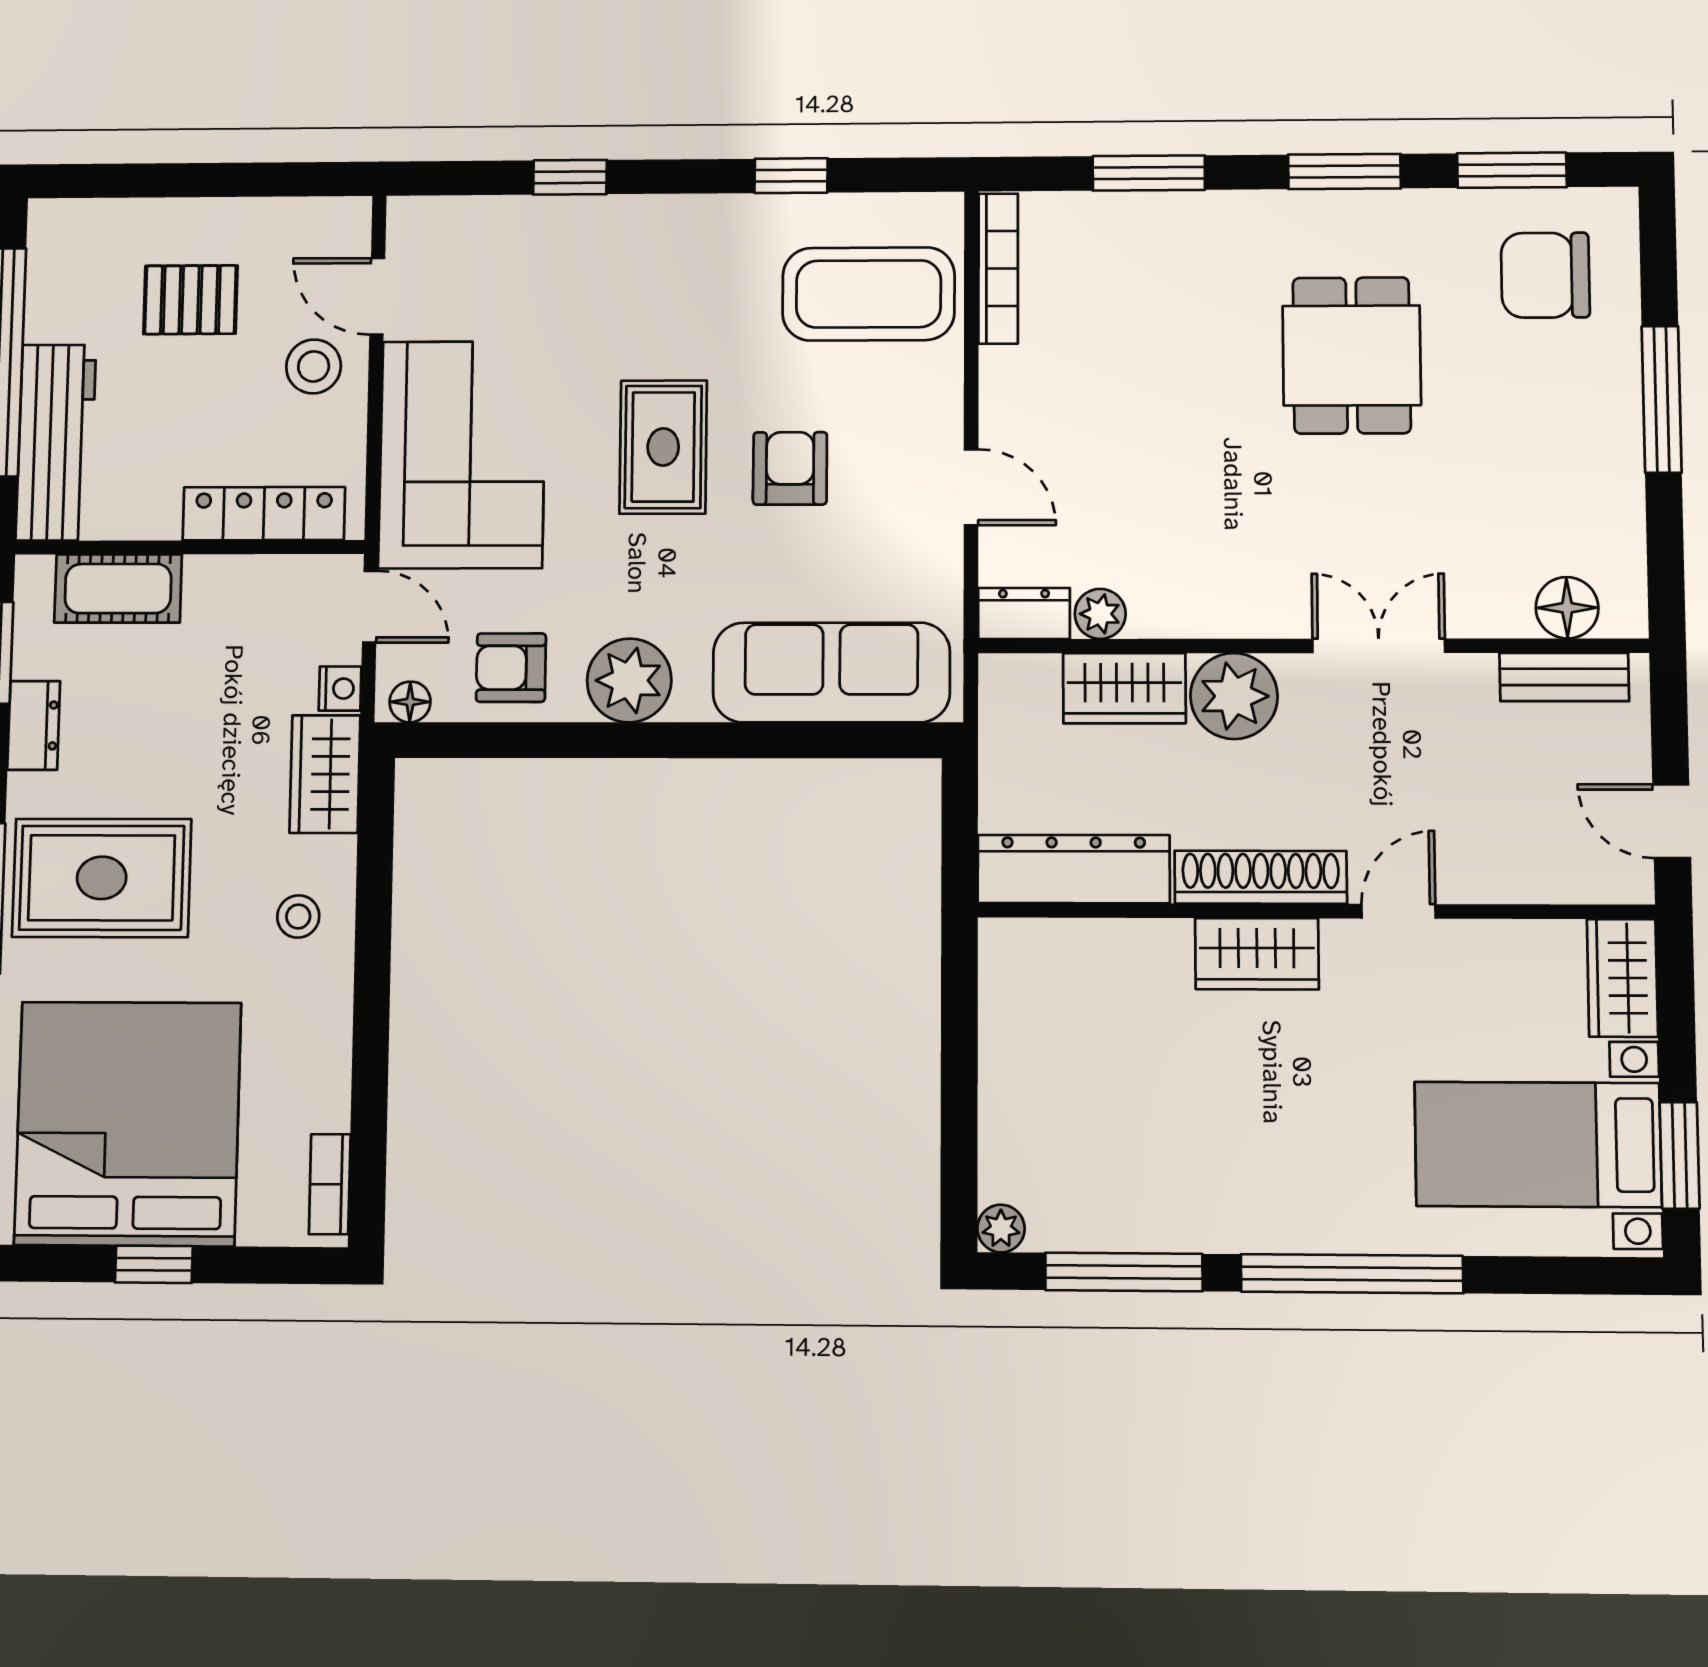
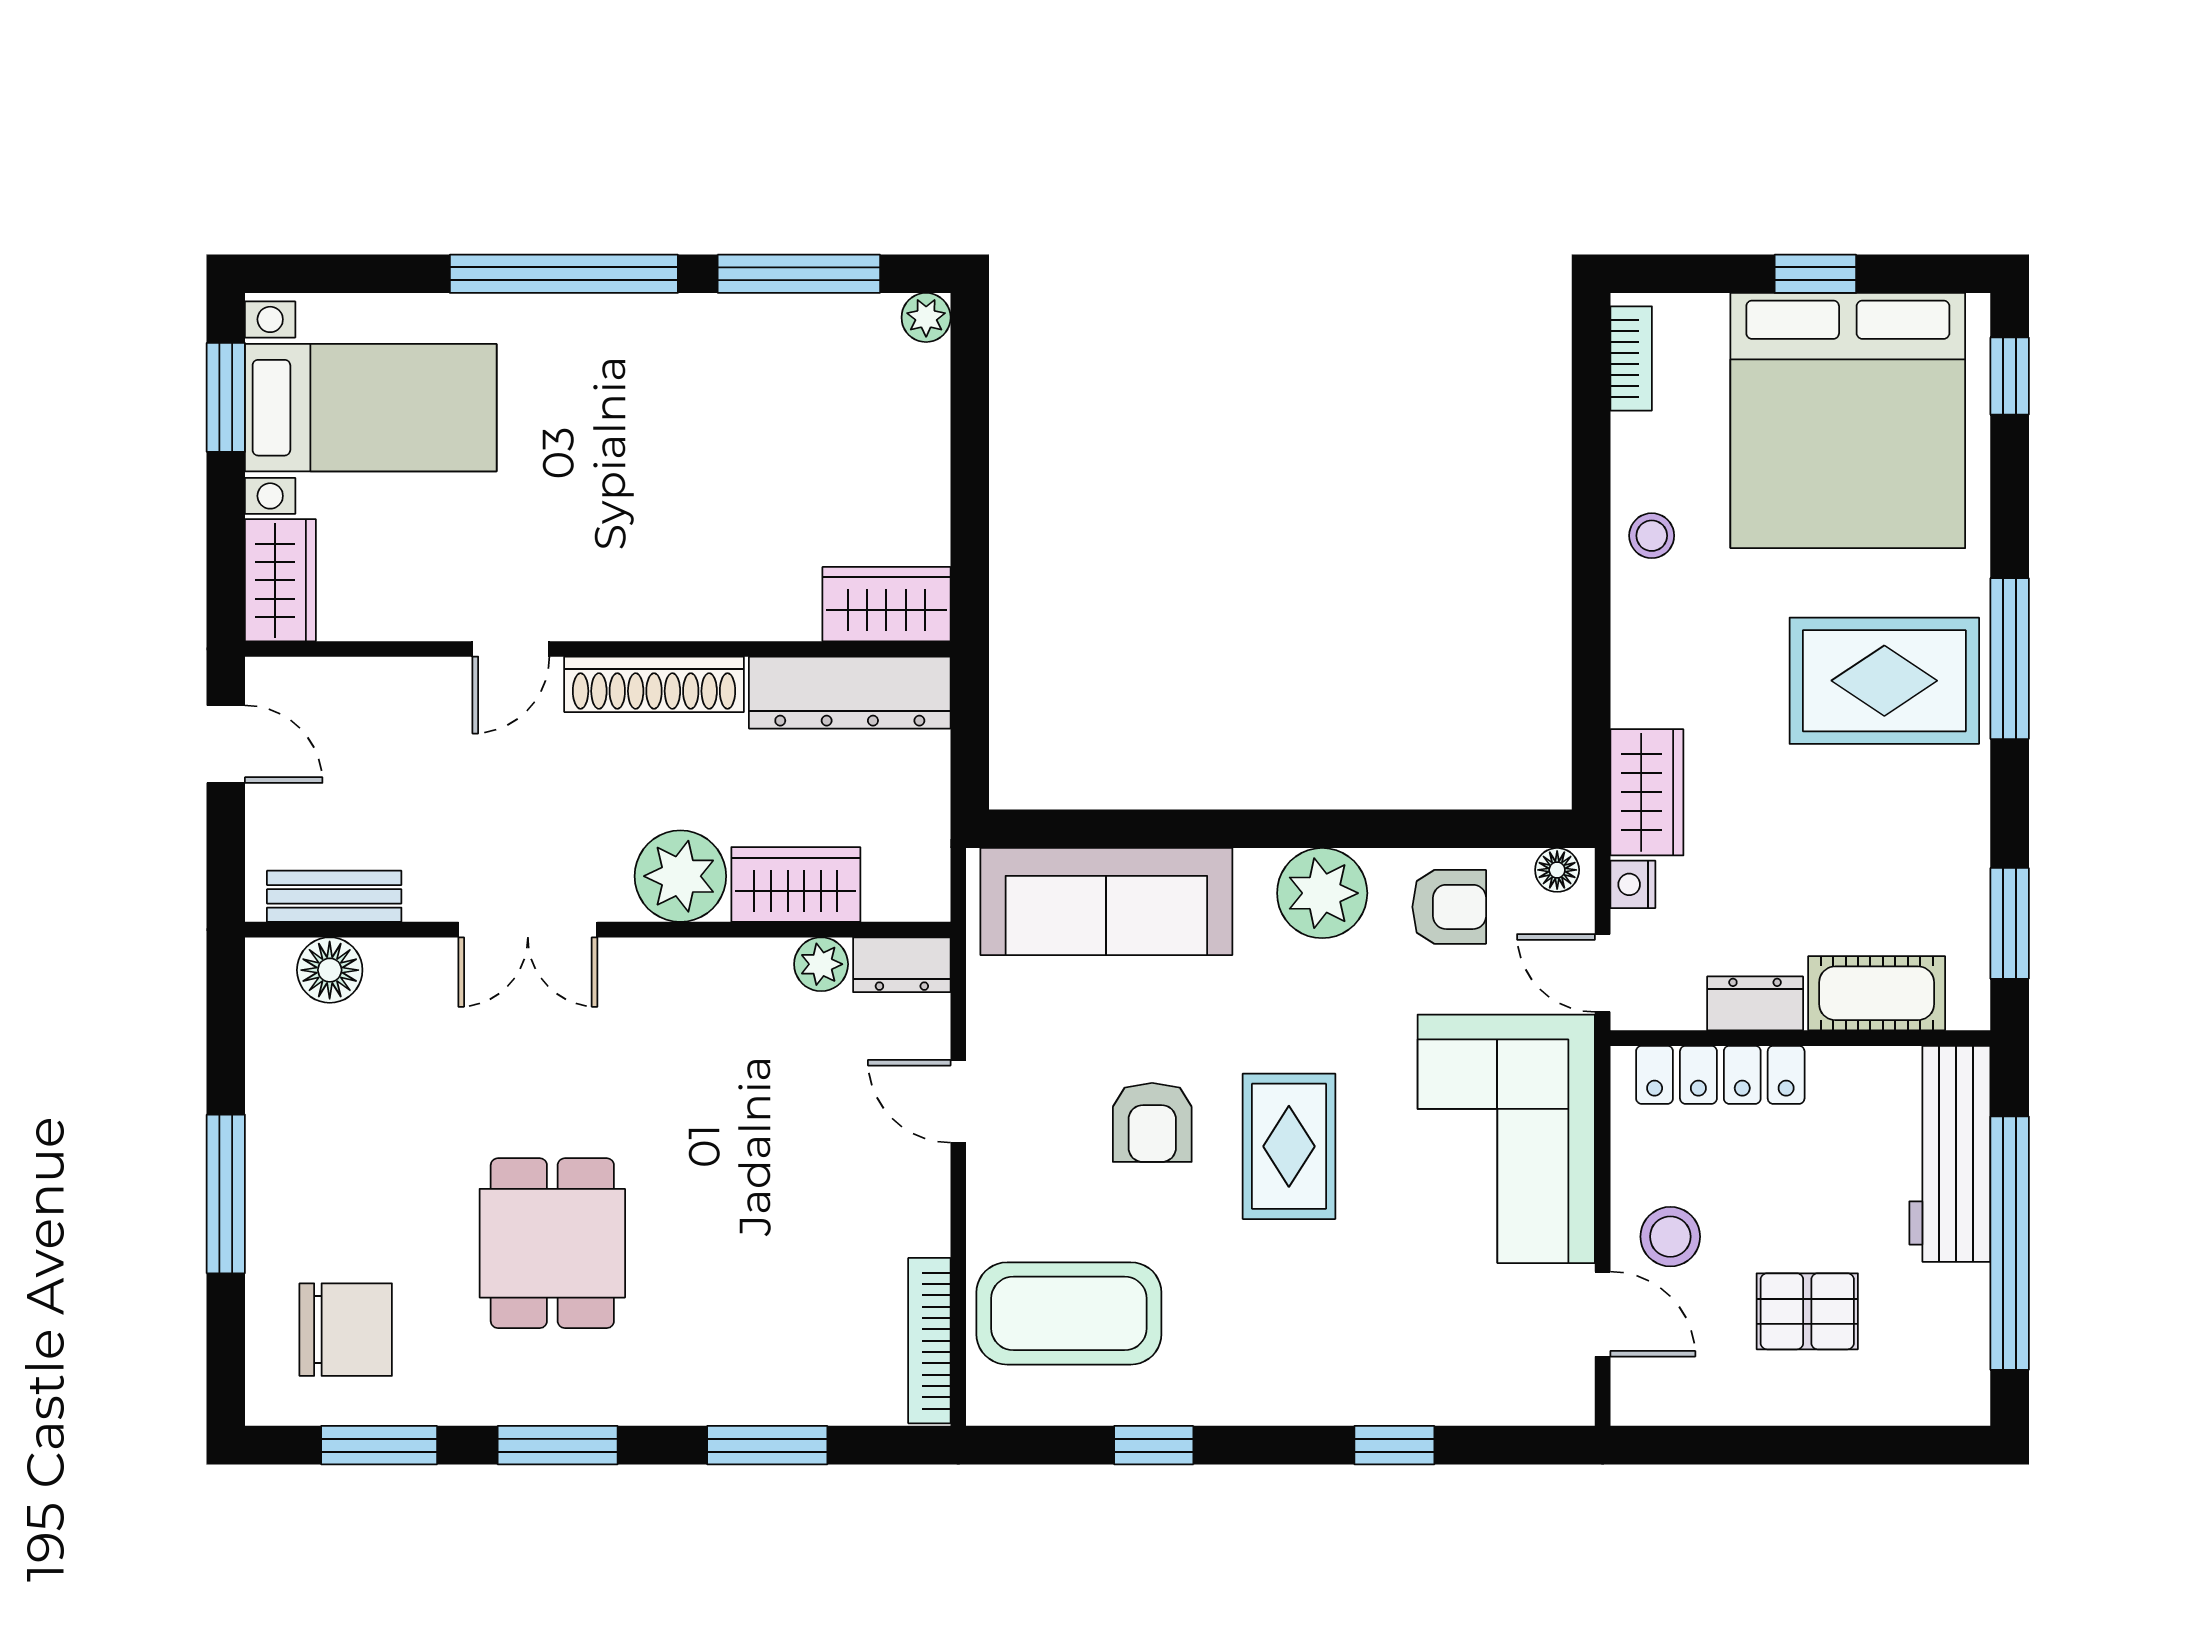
dresser: (34, 725) -> (1755, 1003), moved, turned 90
stool: (298, 916) -> (1652, 536), moved
wardrobe: (1257, 954) -> (886, 604), moved

